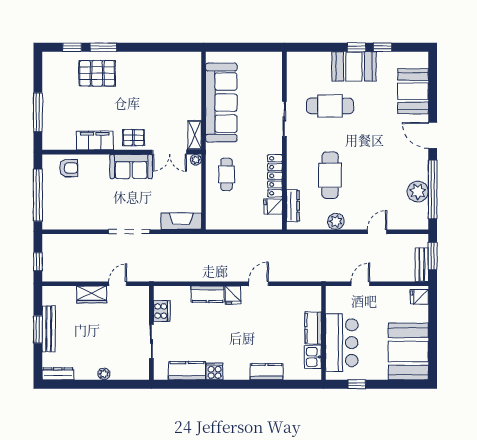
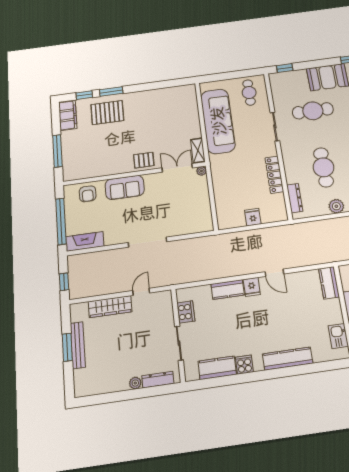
window: (357, 47) -> (285, 68), moved
filing cabinet: (95, 140) -> (68, 115), moved, turned 90
double door: (170, 152) -> (177, 168), swing flipped
sofa: (131, 167) -> (125, 187), moved
armchair: (69, 168) -> (88, 194), turned 90
cafe table: (227, 174) -> (249, 92), moved
fridge: (273, 206) -> (253, 217), moved, turned 90
fireplace: (181, 221) -> (85, 241), moved
door: (259, 284) -> (274, 273), swing flipped
wardrobe: (92, 294) -> (110, 307), width x1.50
kitchen counter: (313, 328) -> (329, 283), moved
kitchen counter: (267, 372) -> (288, 359), width x1.50
dresser: (58, 374) -> (158, 380), moved

